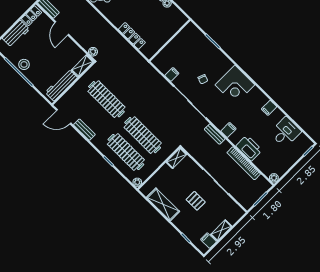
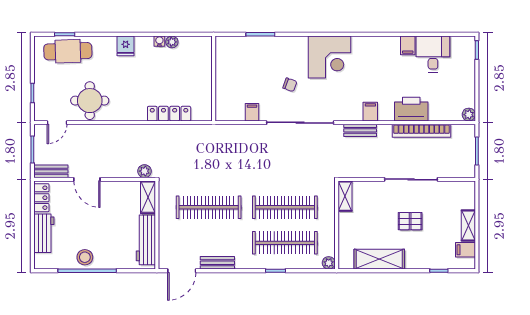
filing cabinet: (269, 108) -> (408, 45), moved

